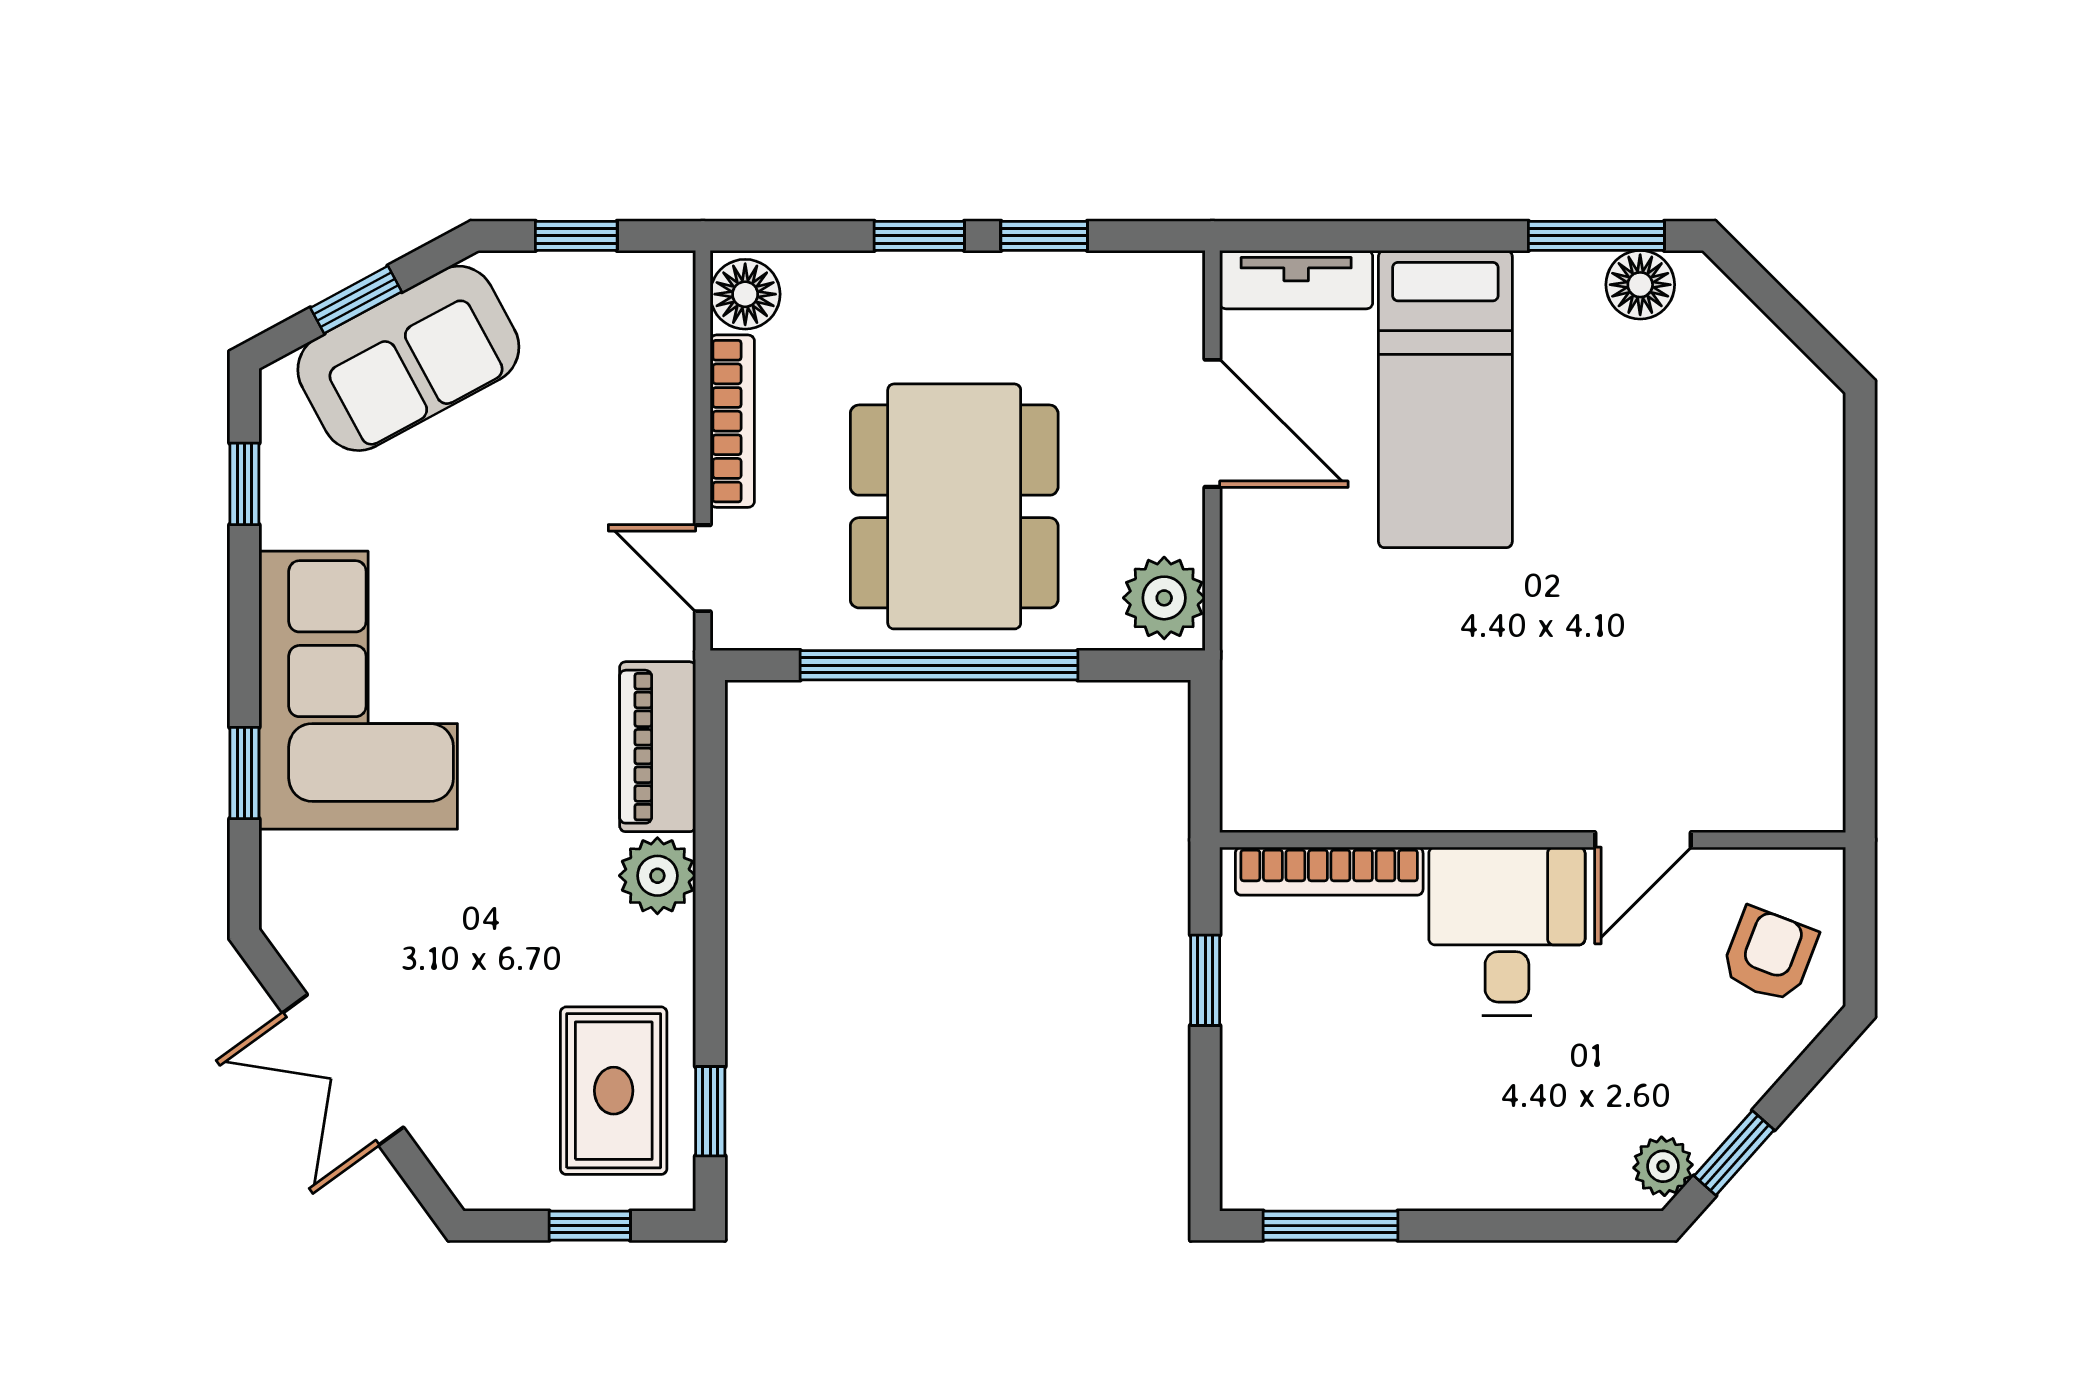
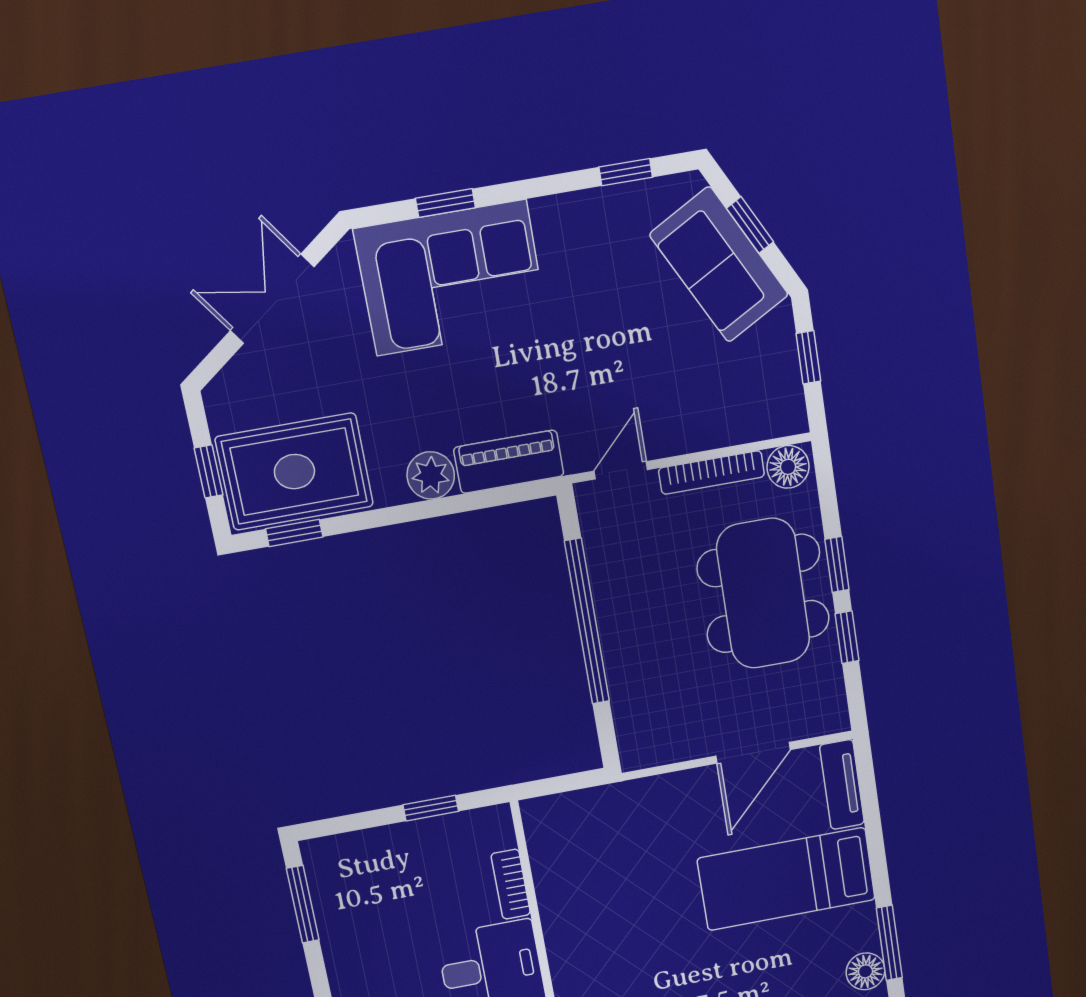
dining table: (954, 506) -> (763, 594), moved, turned 90
plant: (1164, 598) -> (648, 744), removed
corner sofa: (358, 690) -> (451, 278), moved
bookcase: (1329, 871) -> (511, 884), width x0.64
rug: (614, 1091) -> (294, 472), width x1.36, depth x1.43

